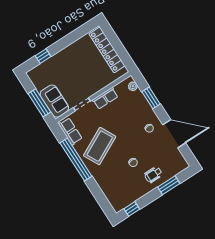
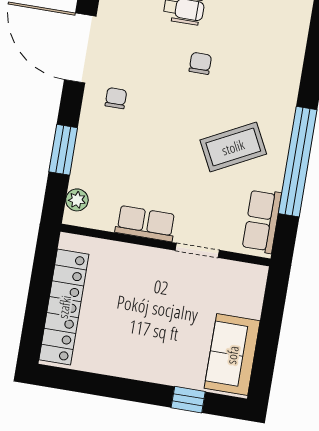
sofa: (54, 101) -> (232, 355), moved
window: (39, 103) -> (271, 322), removed
coffee table: (100, 146) -> (233, 147), width x0.73, depth x0.76

